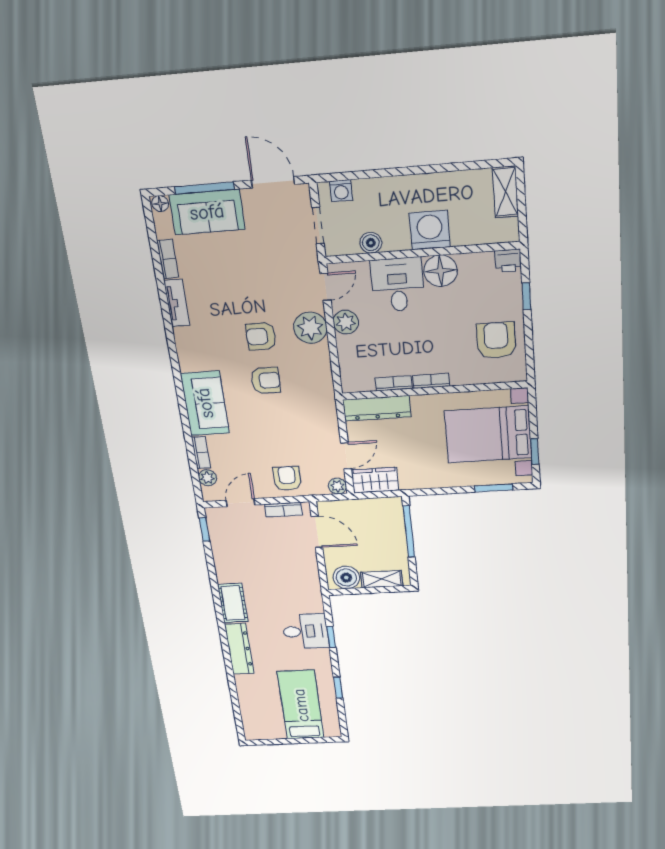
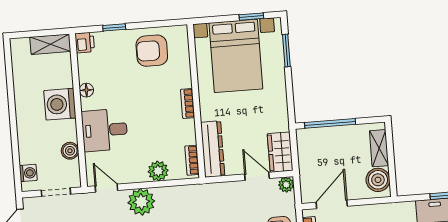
shelving: (505, 192) -> (50, 44), moved
floor lamp: (441, 271) -> (86, 90), width x0.53, depth x0.53
plant: (346, 322) -> (158, 171), moved
bookcase: (394, 383) -> (192, 160), moved

